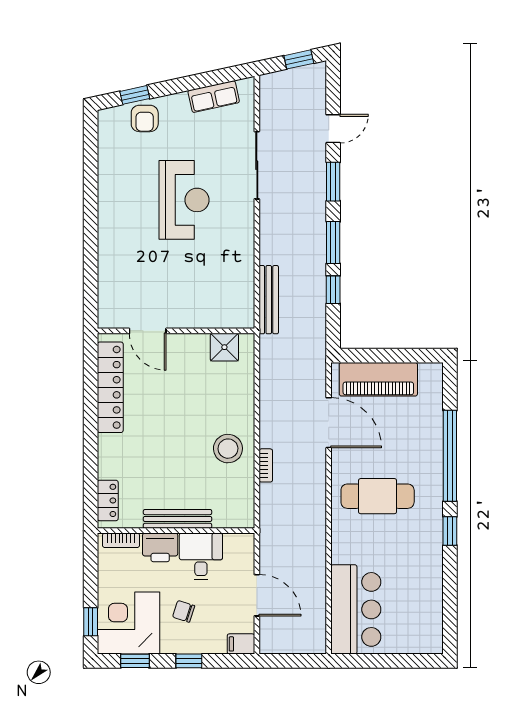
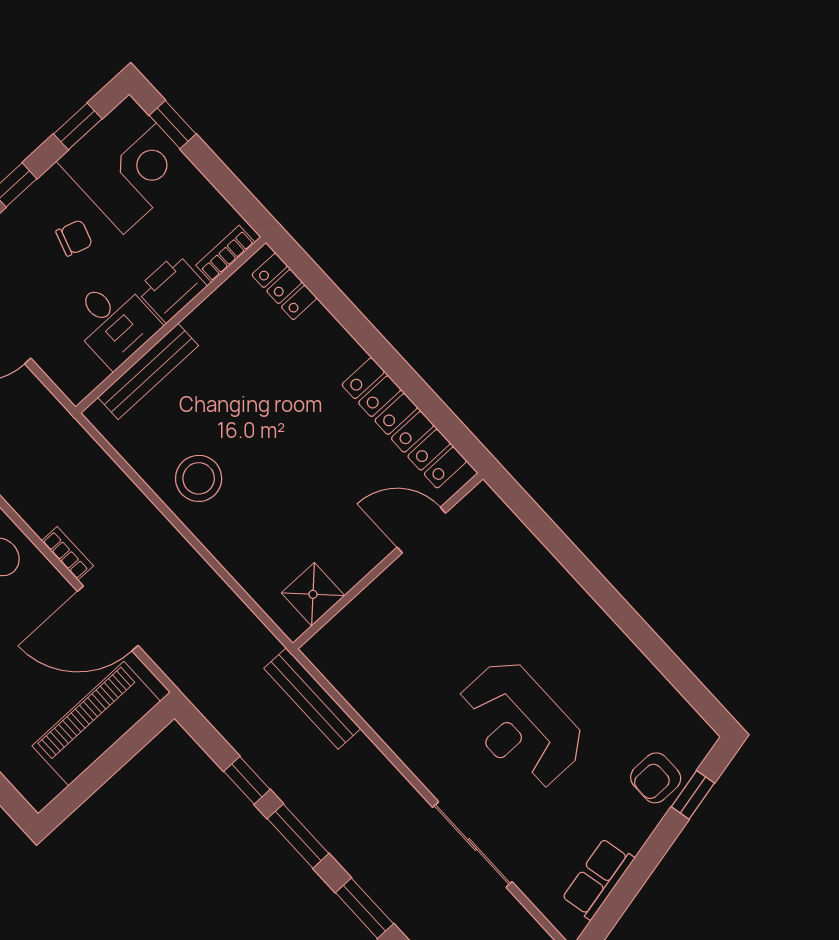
armchair: (145, 118) -> (656, 778), turned -90
bookcase: (266, 465) -> (67, 553), moved, turned 180
bench: (178, 519) -> (148, 371), moved

